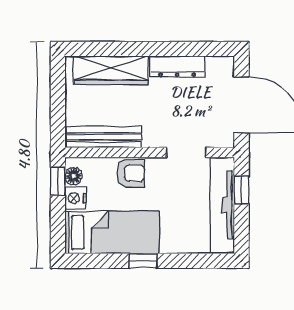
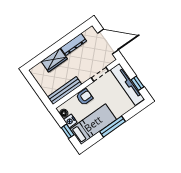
wardrobe: (111, 70) -> (54, 60), width x0.67
window: (58, 181) -> (68, 131), moved
window: (242, 190) -> (137, 83), moved
window: (143, 261) -> (112, 127), width x2.17

